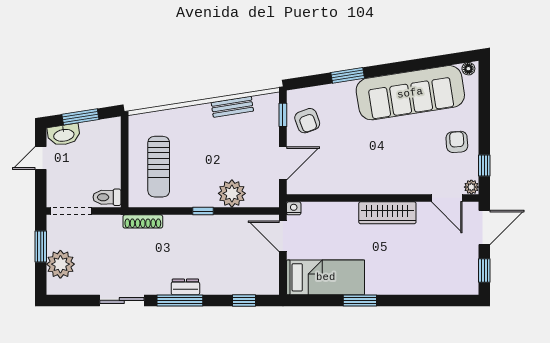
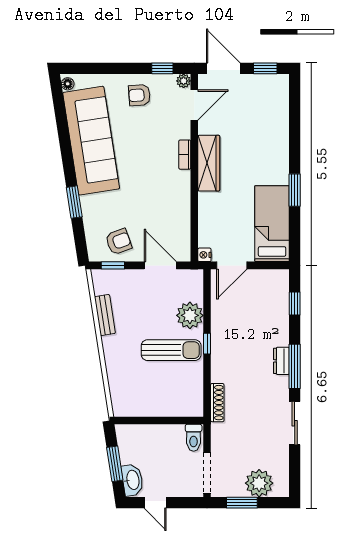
sun lounger: (159, 167) -> (171, 350), moved
bookcase: (396, 188) -> (185, 155), added

